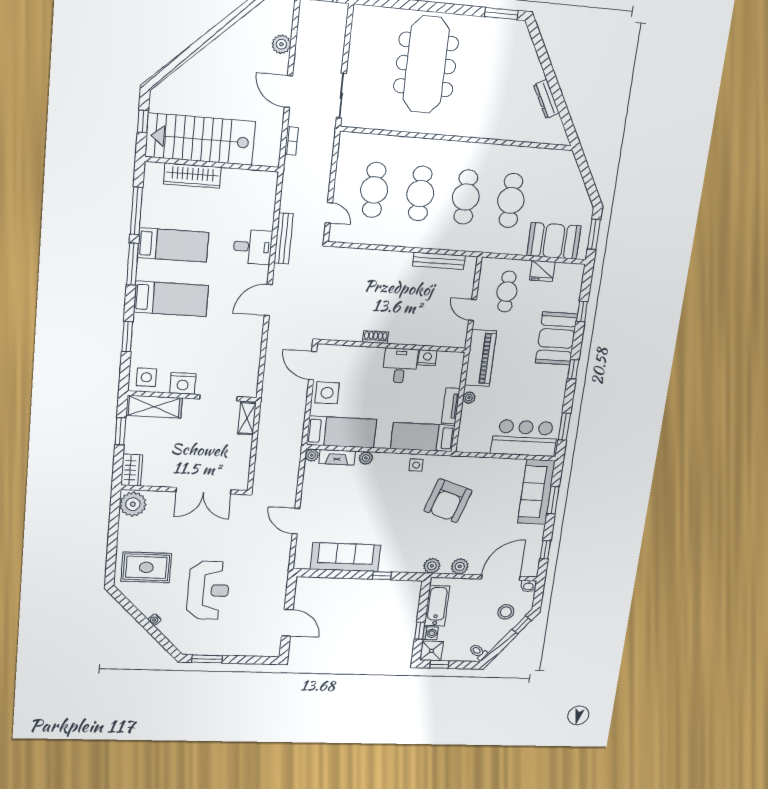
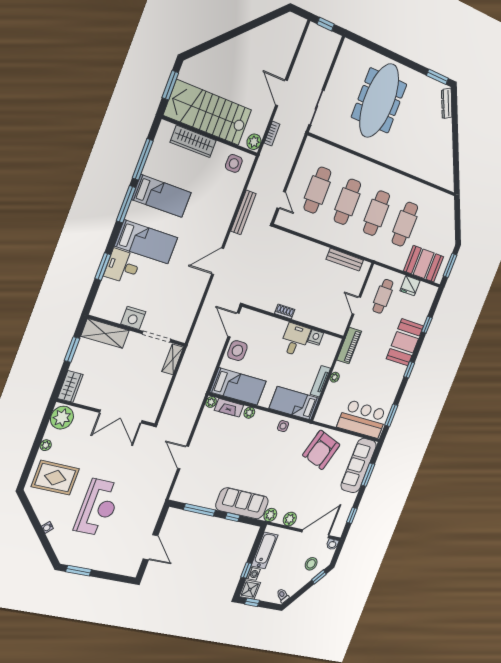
plant: (281, 44) -> (254, 142), moved
dresser: (546, 99) -> (447, 103), moved
window: (143, 121) -> (170, 85), width x1.50
desk: (253, 247) -> (122, 266), moved, turned 180
piano: (480, 358) -> (349, 346), width x0.73, depth x0.75
side table: (146, 377) -> (234, 163), moved
armchair: (448, 501) -> (321, 450), moved
plant: (123, 536) -> (46, 445), added
sofa: (346, 557) -> (242, 503), moved
window: (336, 574) -> (199, 510), added

